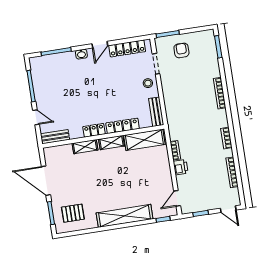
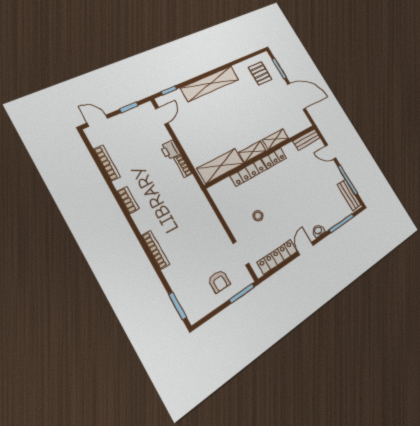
stool: (148, 83) -> (258, 216), moved
bench: (156, 112) -> (349, 195), moved
pallet: (73, 213) -> (260, 73), turned 90

